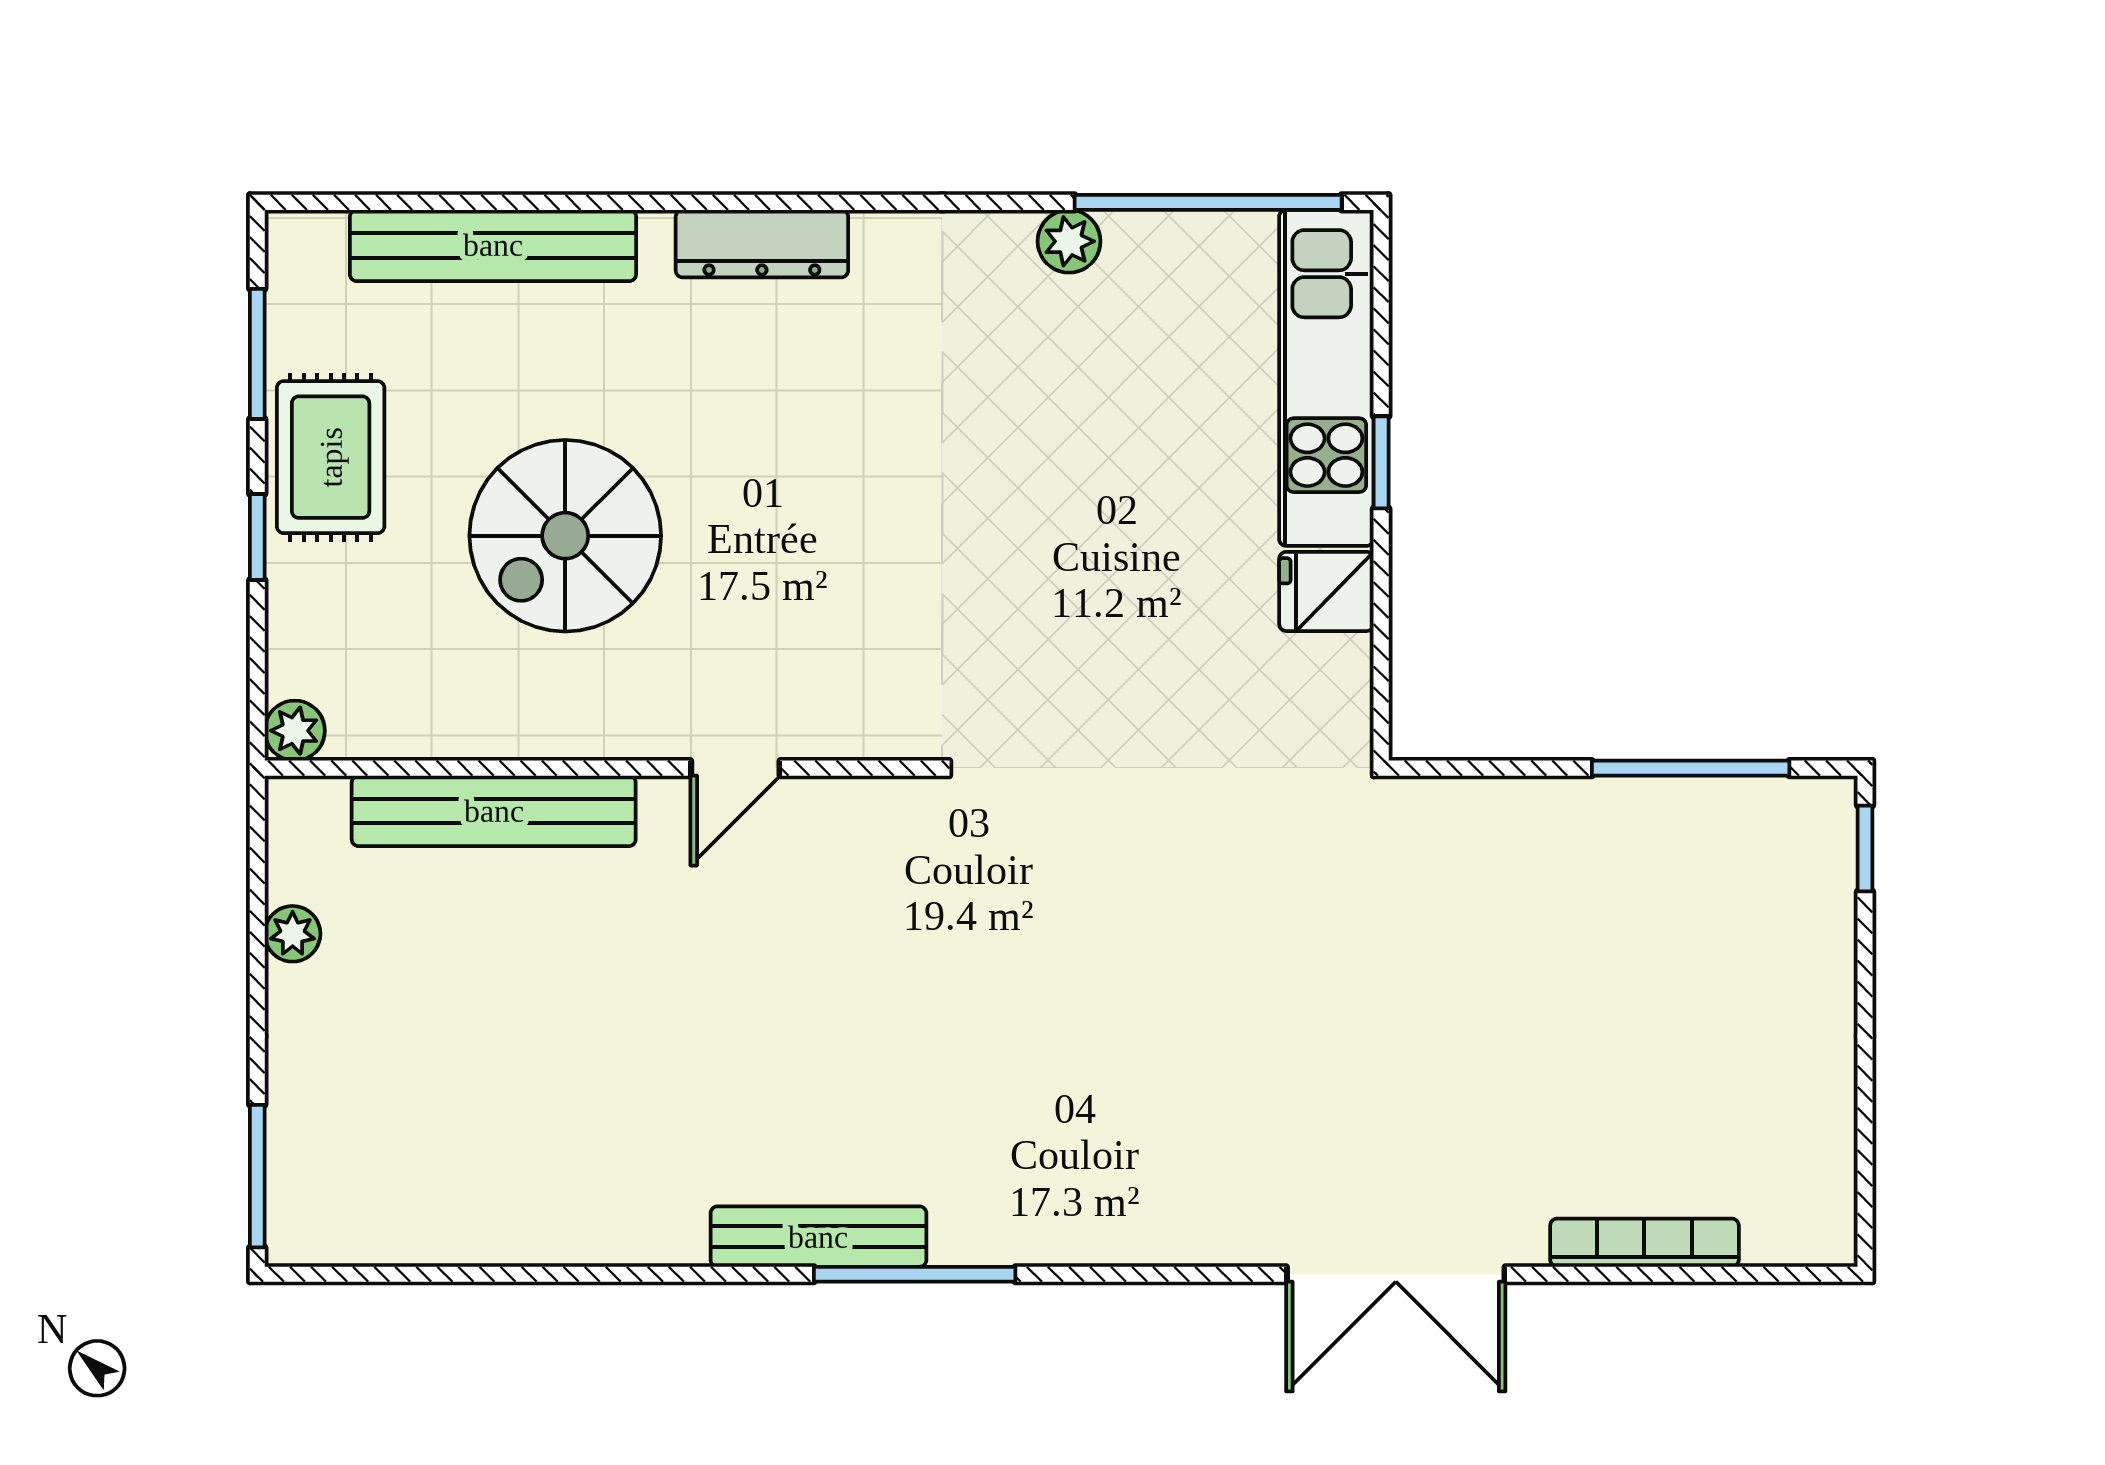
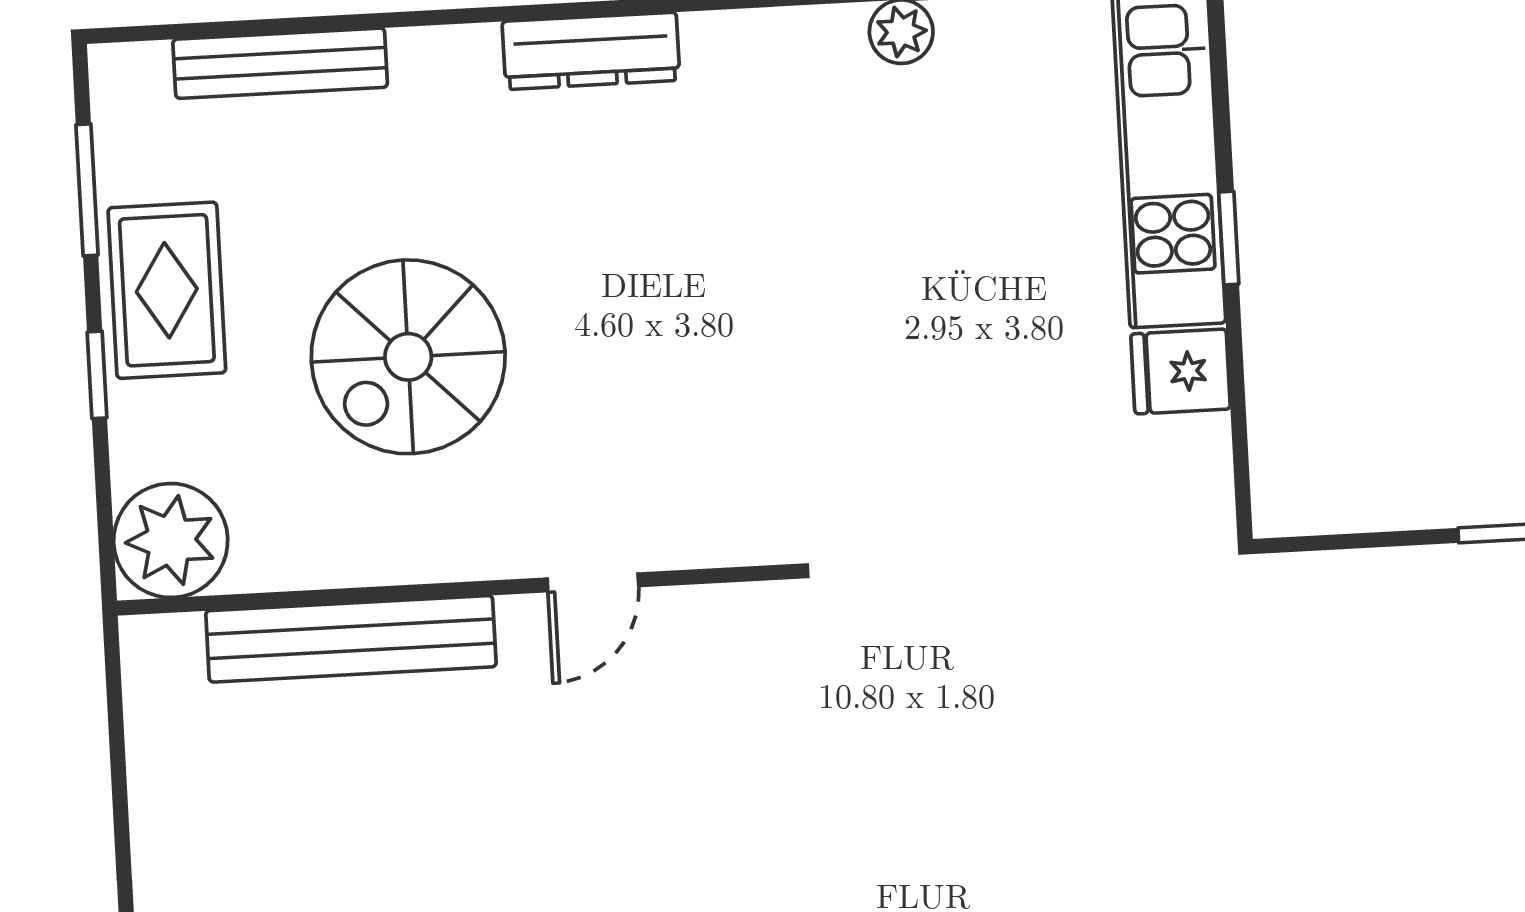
bench: (493, 245) -> (280, 63), width x0.73, depth x0.82
plant: (295, 731) -> (171, 541), width x1.88, depth x1.88
plant: (293, 934) -> (154, 774), removed

